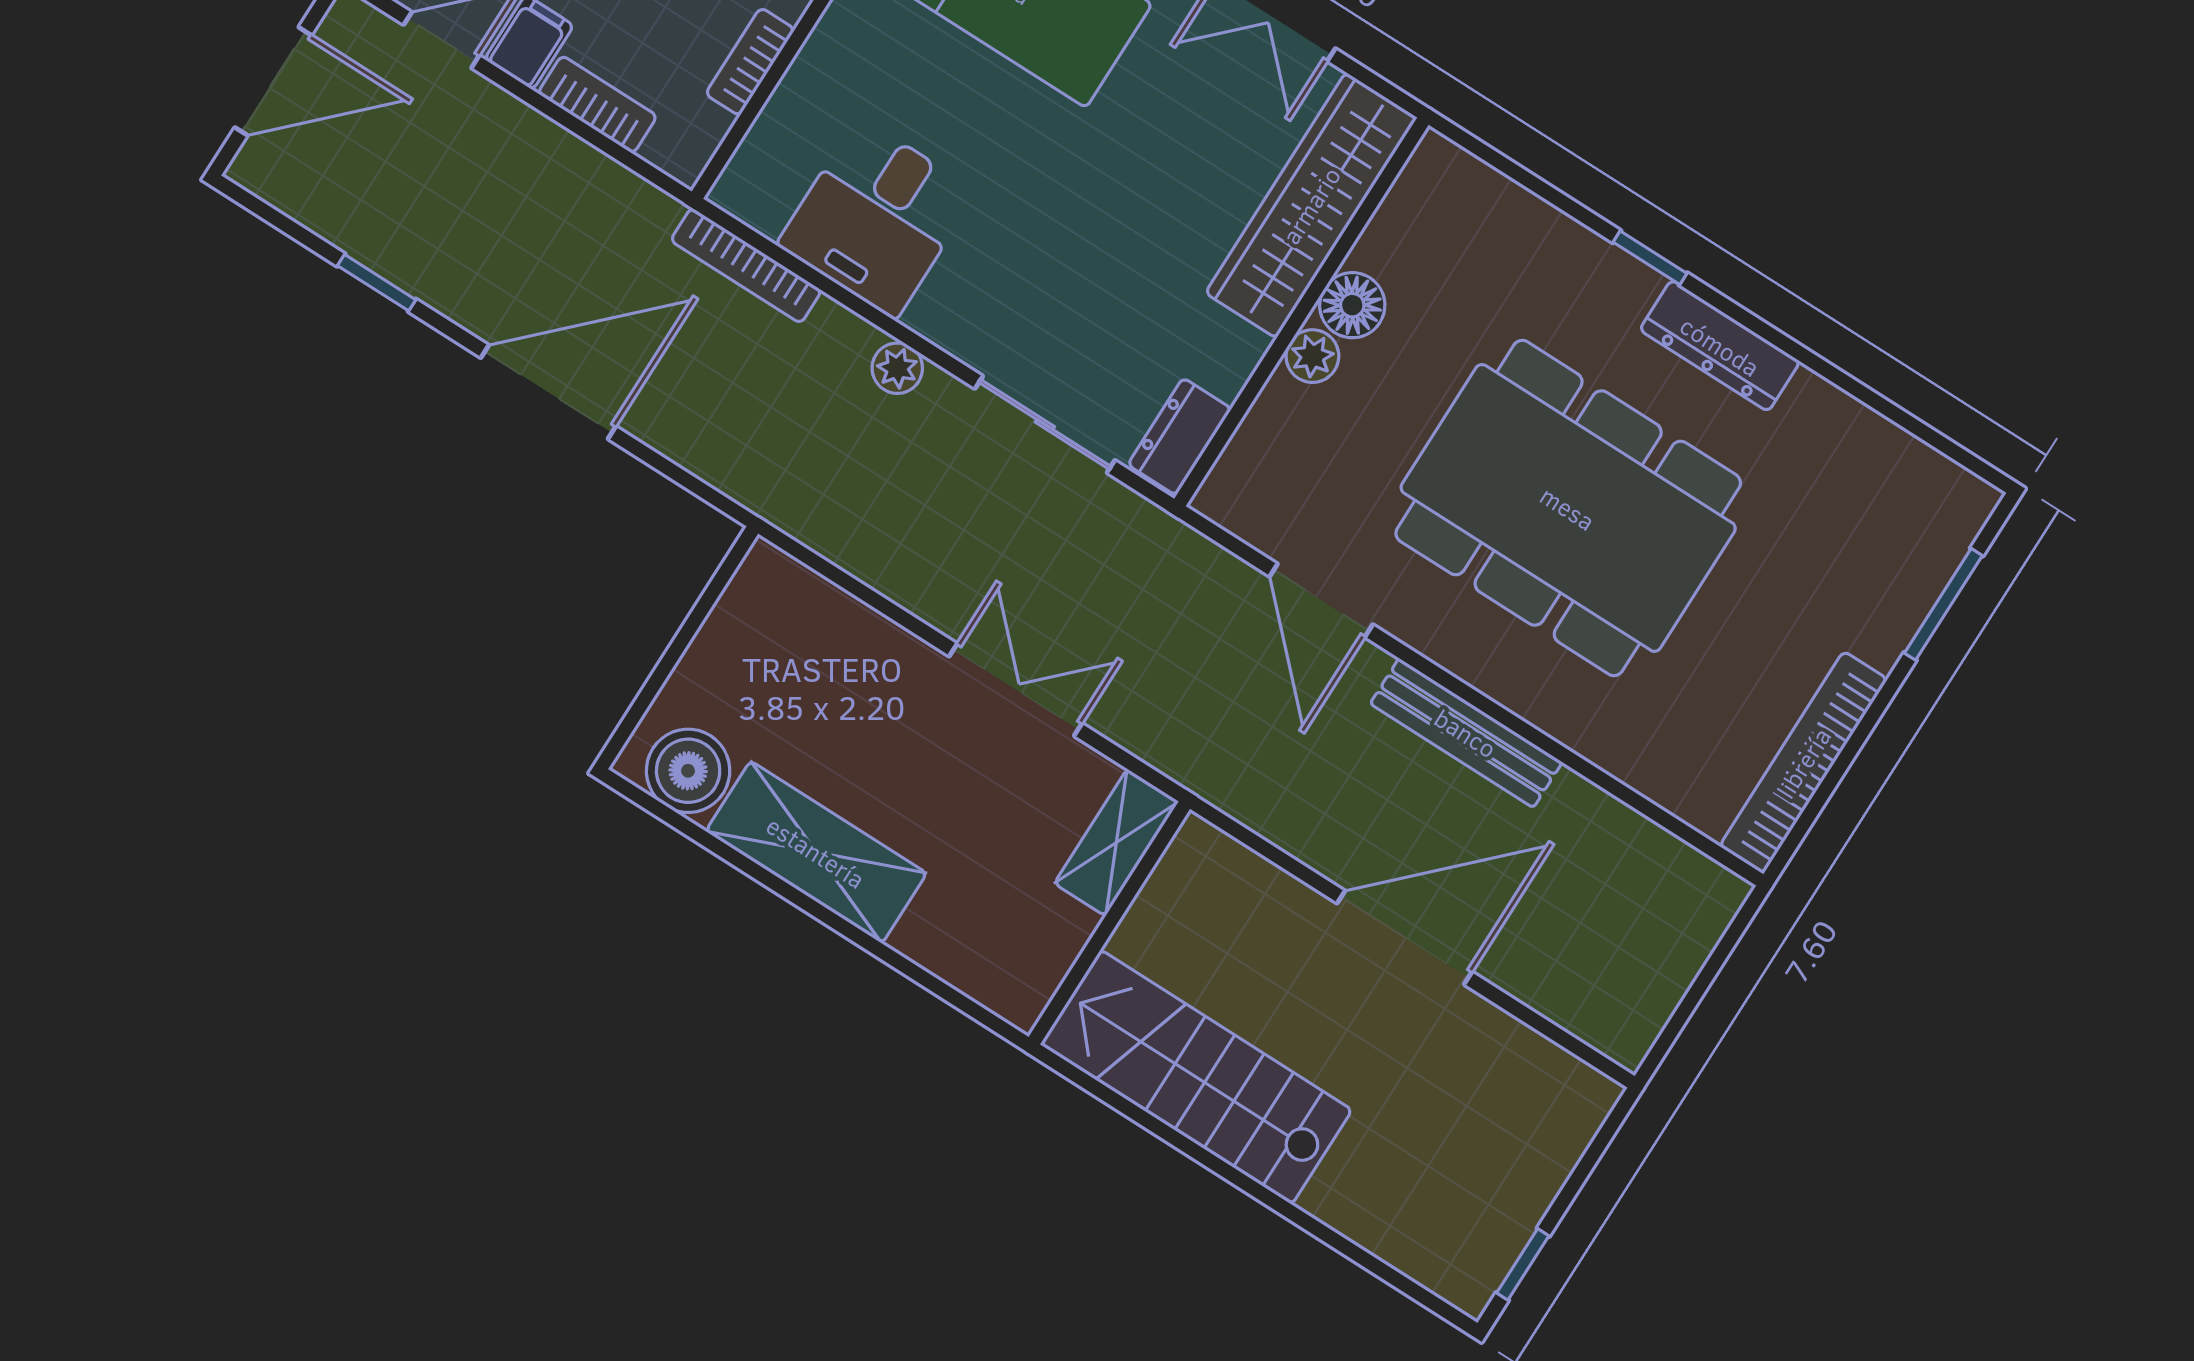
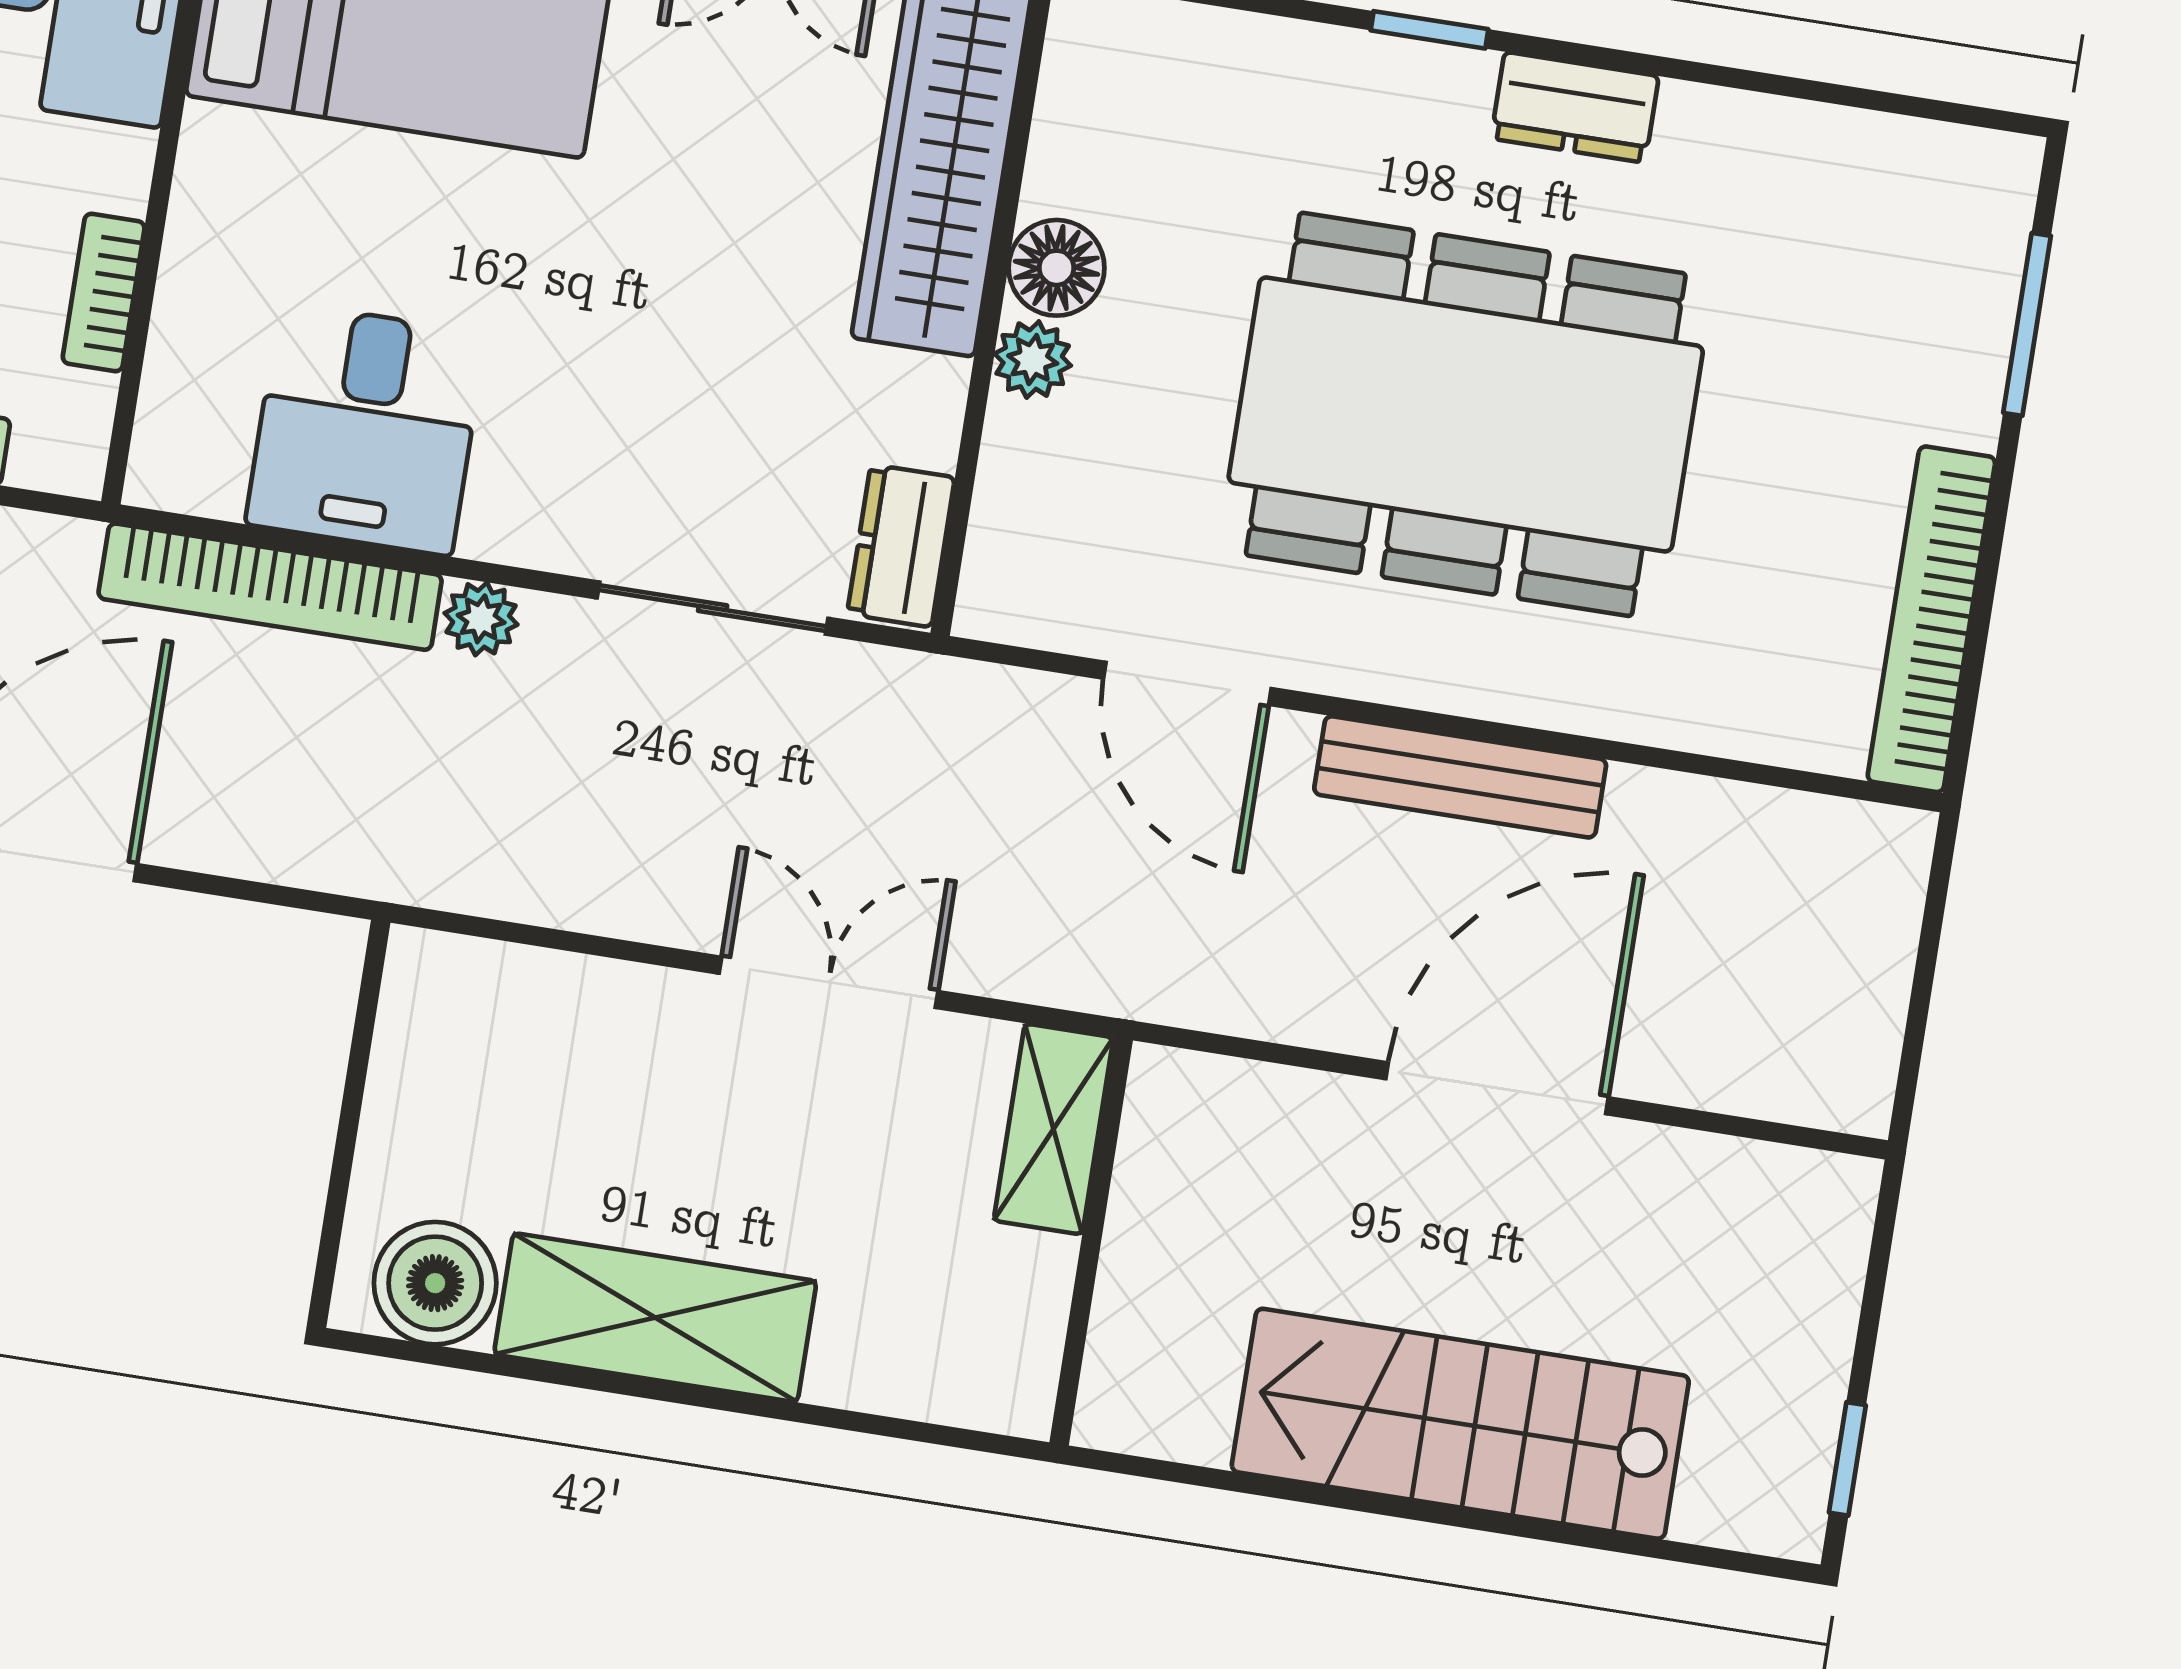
bookcase: (746, 266) -> (270, 587), width x1.48, depth x1.31
dresser: (1720, 346) -> (1575, 107), width x0.70
stairs: (1196, 1077) -> (1460, 1424), moved

